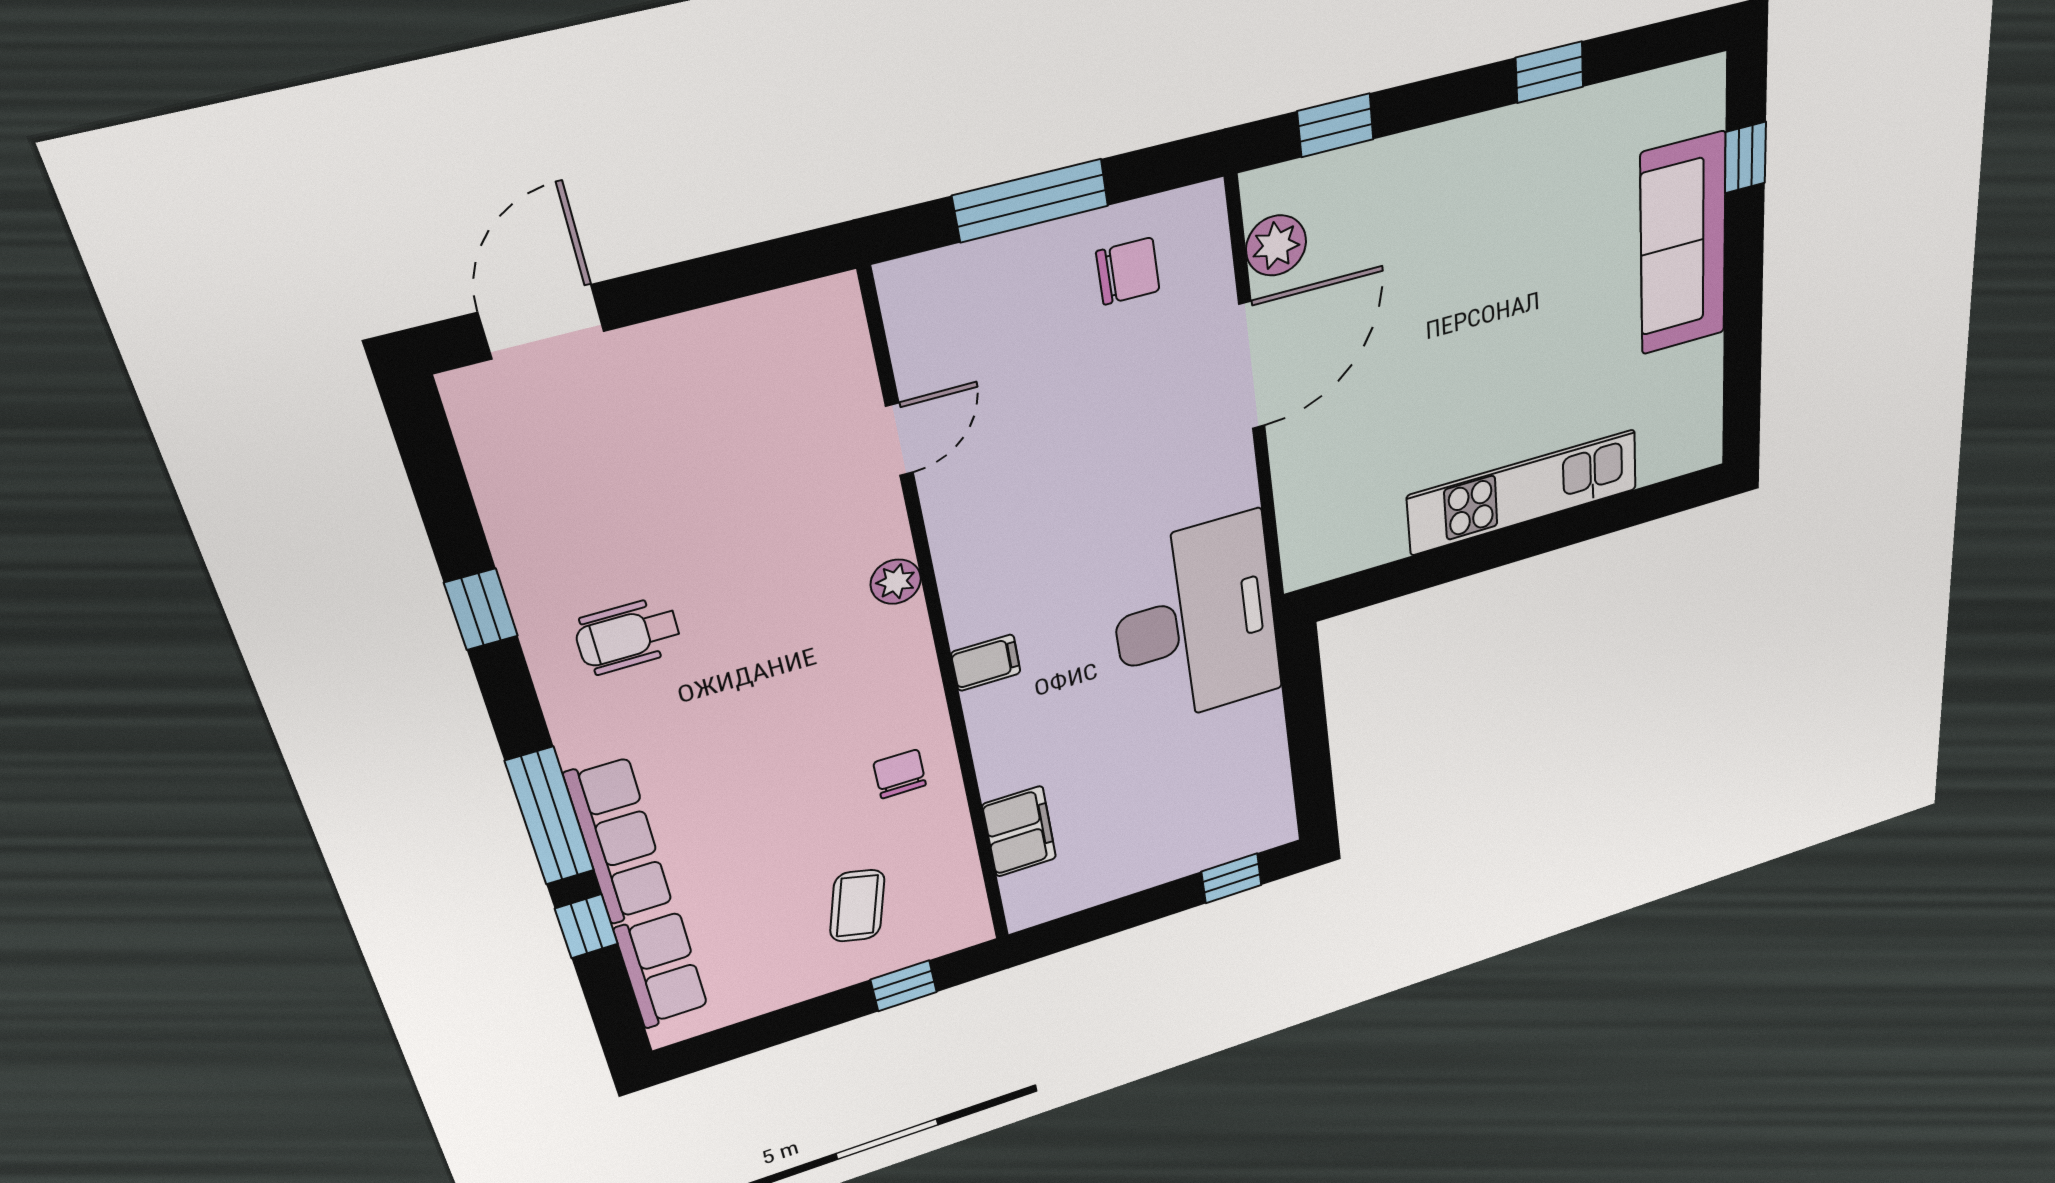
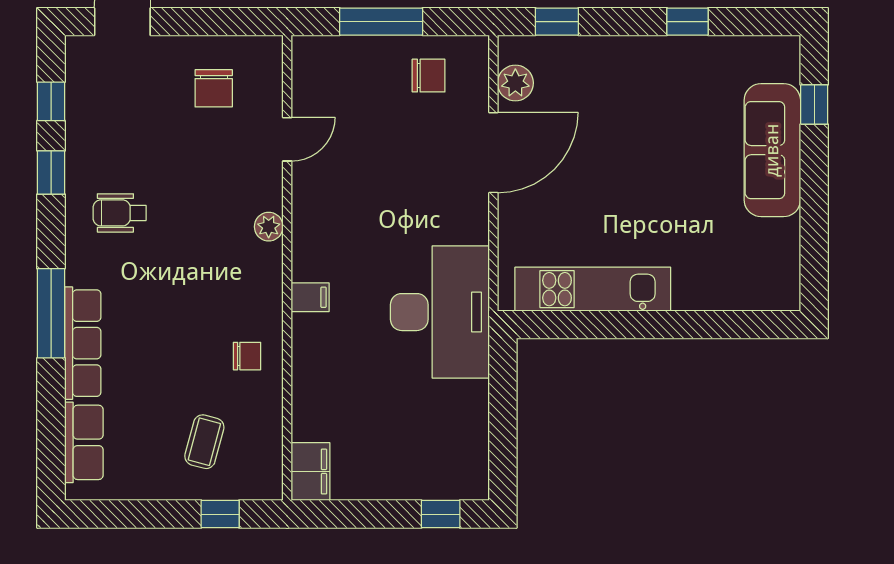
chair: (748, 392) -> (214, 88), added
kitchen unit: (1523, 492) -> (593, 289), moved
chair: (900, 774) -> (247, 356), turned 90
filing cabinet: (1019, 831) -> (310, 472), moved
window: (586, 926) -> (51, 101), moved

